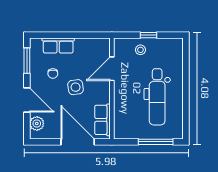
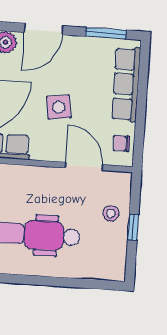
row of seats: (58, 46) -> (126, 84), width x1.48
chair: (53, 74) -> (122, 143), moved

